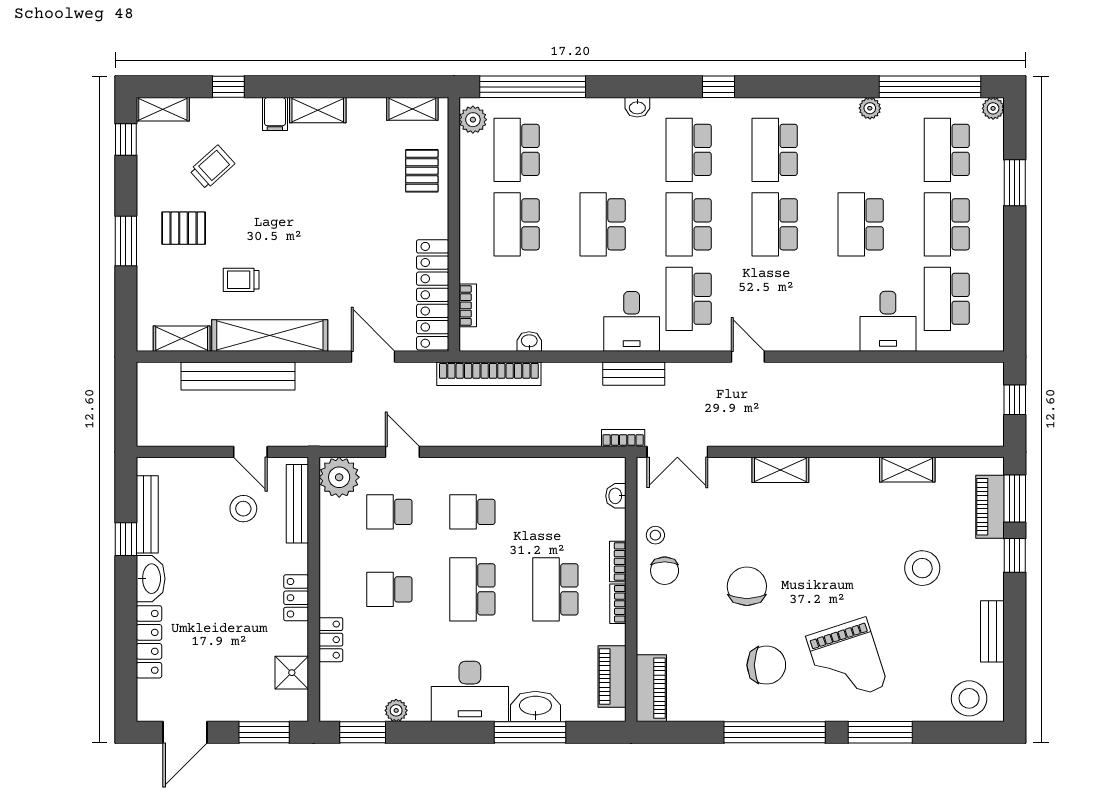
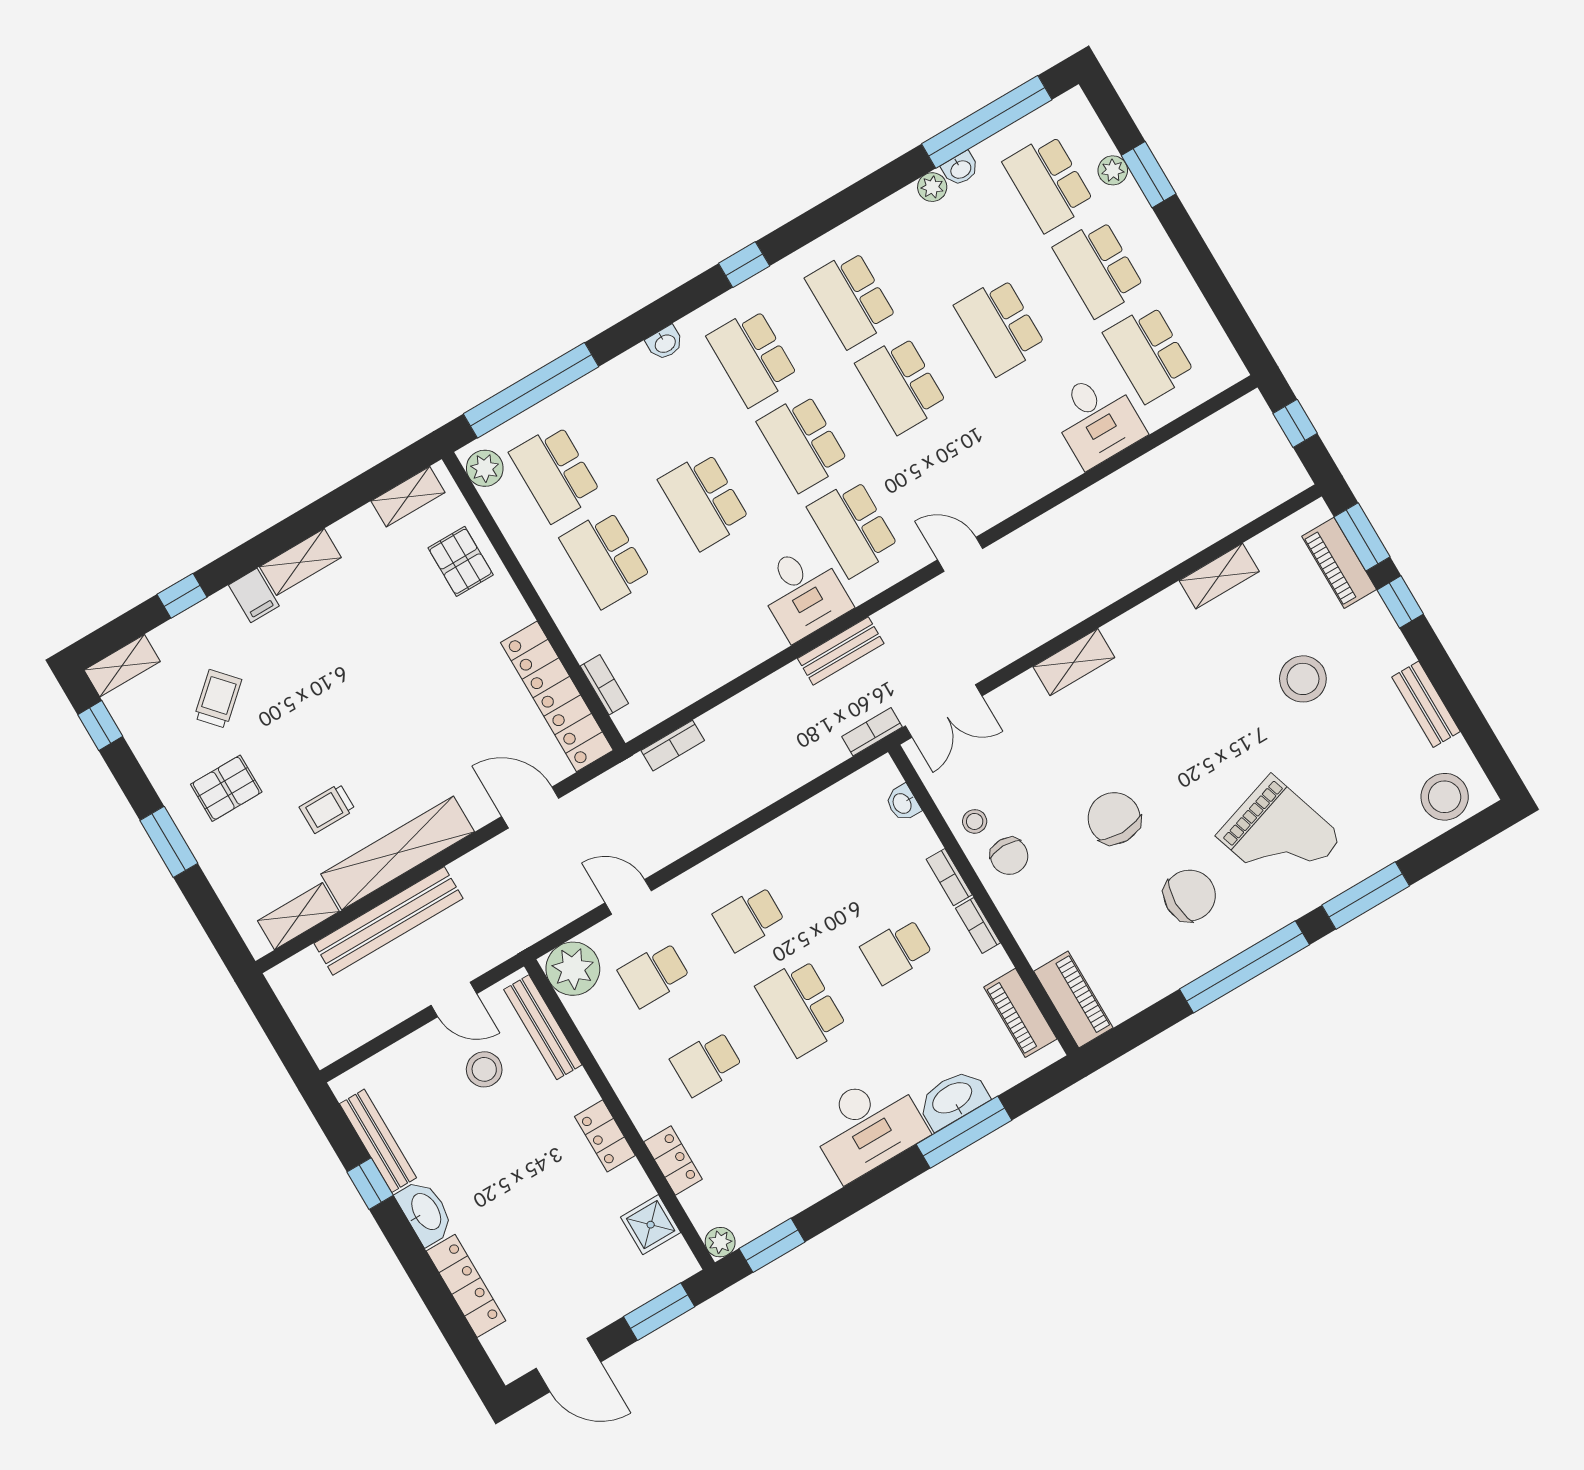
plant: (993, 108) -> (1113, 170), moved
washbasin: (529, 341) -> (960, 169), moved, turned 180
bookcase: (489, 374) -> (673, 746), width x0.43, depth x0.76
school desk: (555, 589) -> (897, 951), width x0.54
plant: (396, 710) -> (720, 1242), moved
door: (185, 732) -> (568, 1365), hinge flipped

